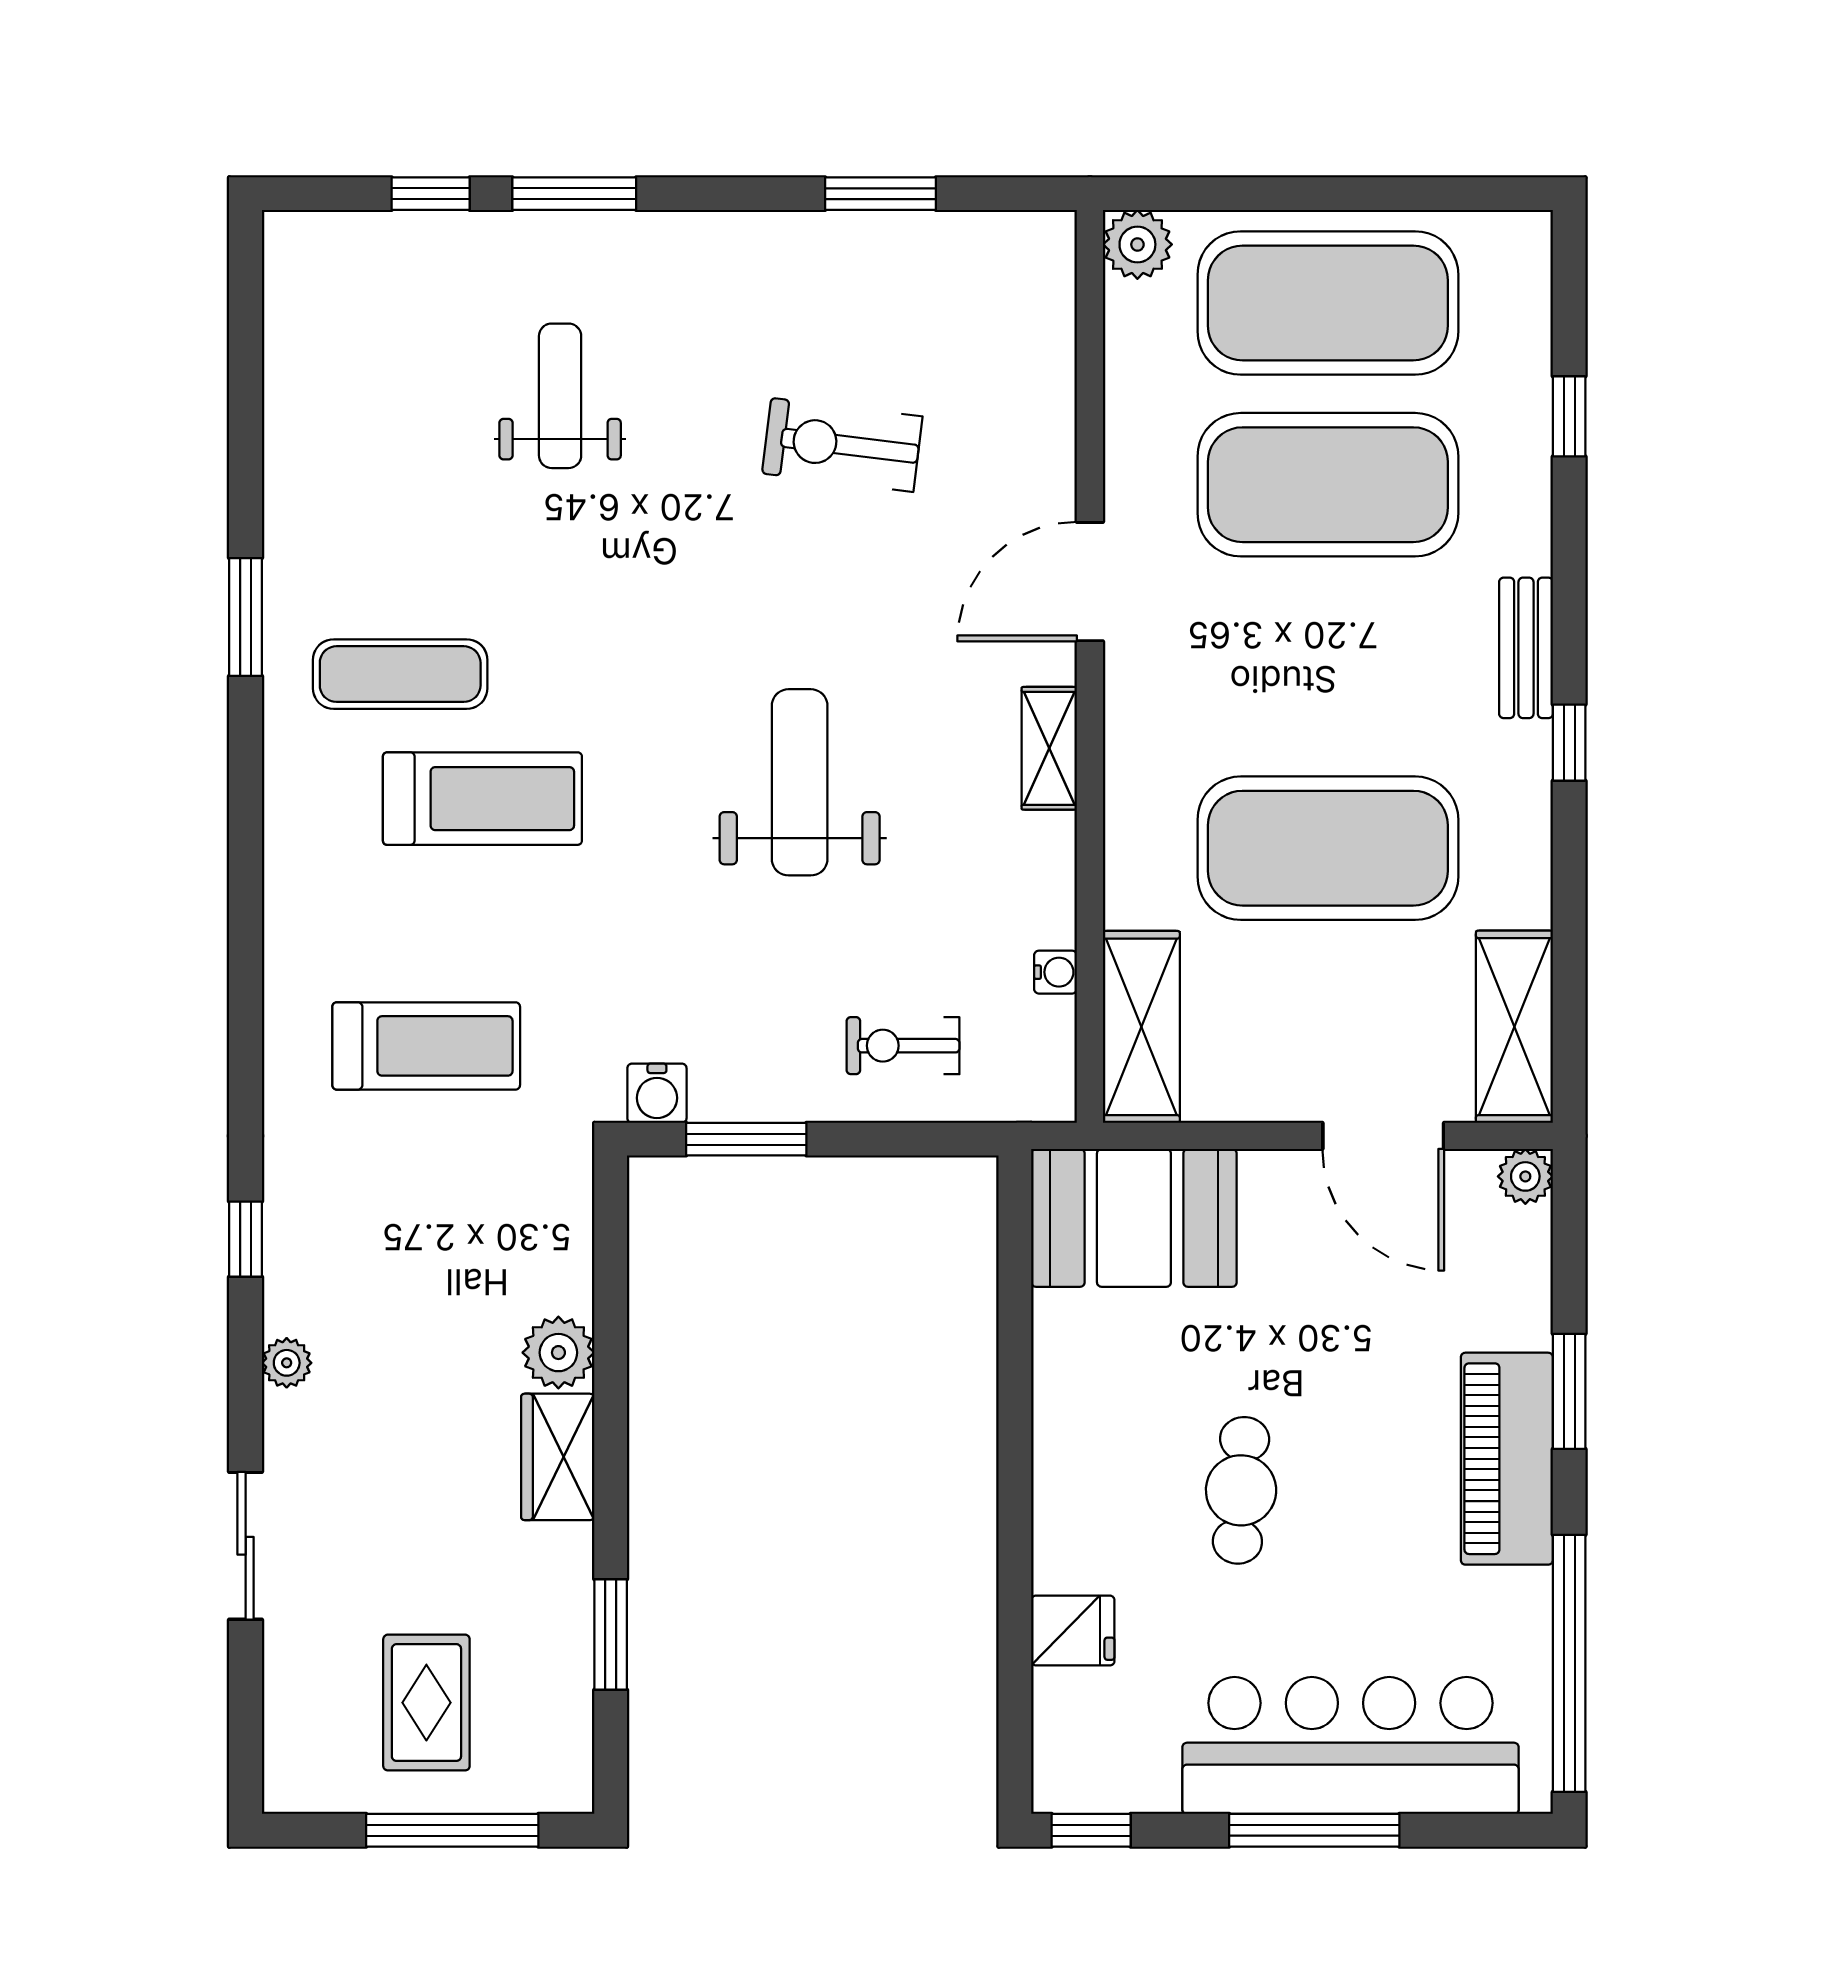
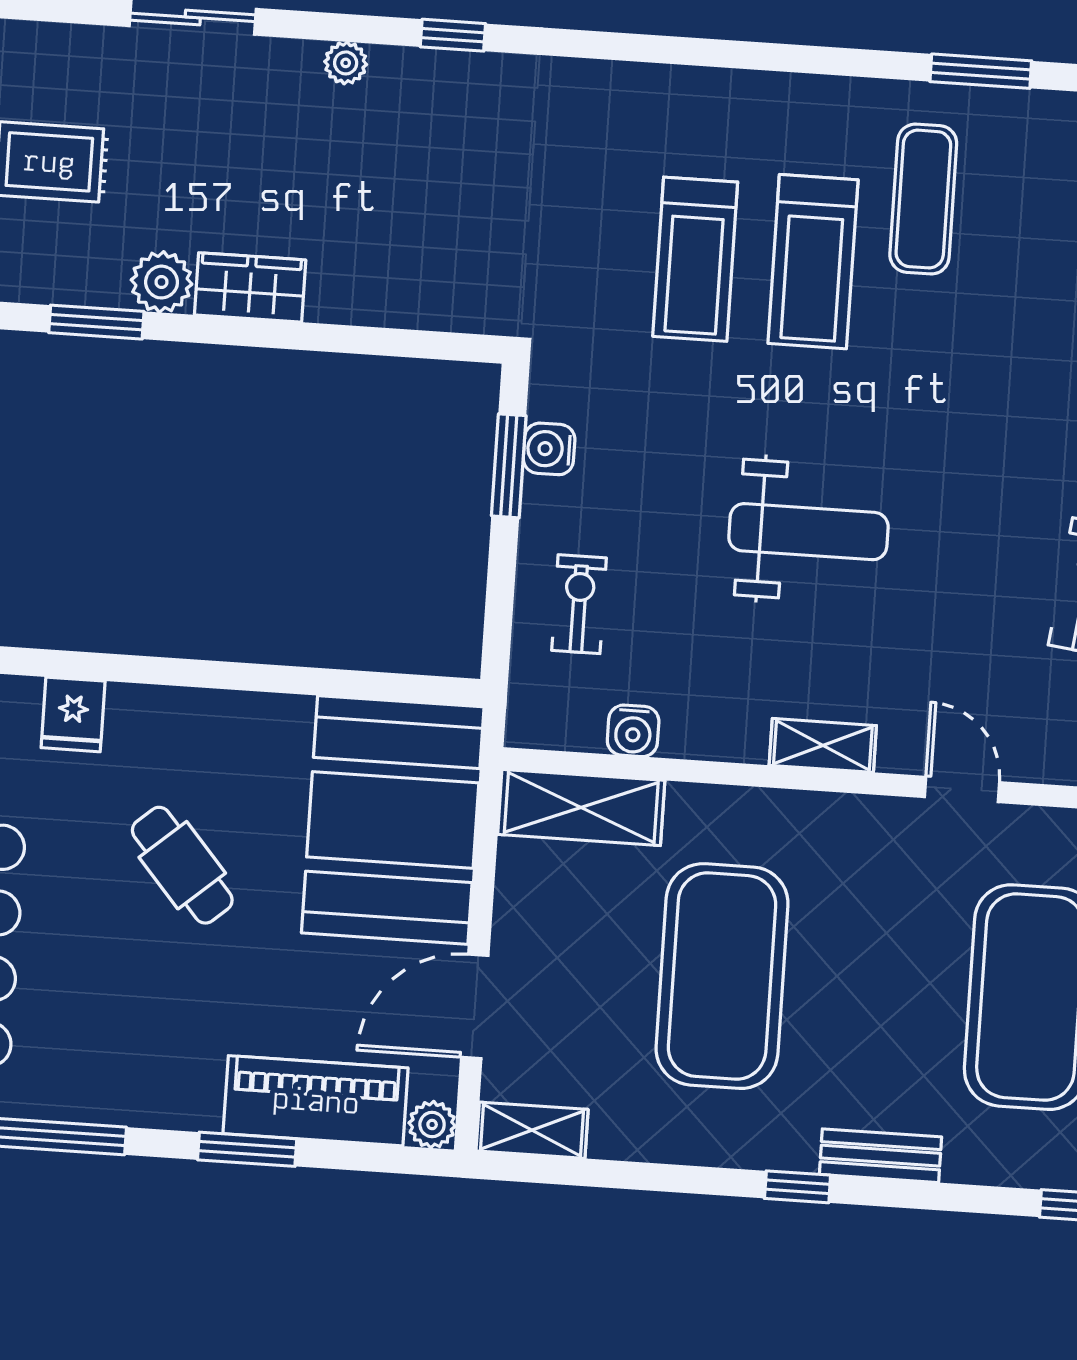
door: (1090, 582) -> (962, 790), width x0.73
water cooler: (1055, 972) -> (633, 731), width x1.38, depth x1.38
shelving: (1514, 1027) -> (532, 1130), width x0.67, depth x0.75
treadmill: (426, 1046) -> (695, 259), moved
water cooler: (657, 1093) -> (549, 449), moved
booth: (1134, 1218) -> (393, 820), width x1.36, depth x1.42
plant: (558, 1353) -> (162, 282), moved
piano: (1507, 1459) -> (316, 1101), moved
cafe table: (1241, 1490) -> (182, 865), turned 45

